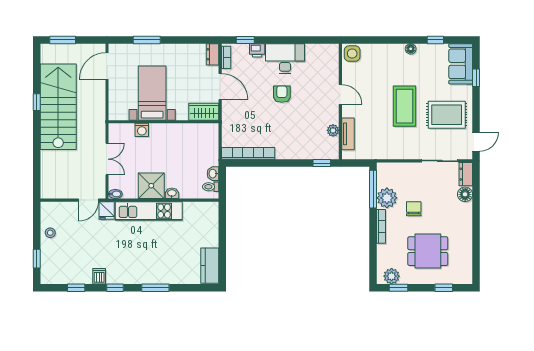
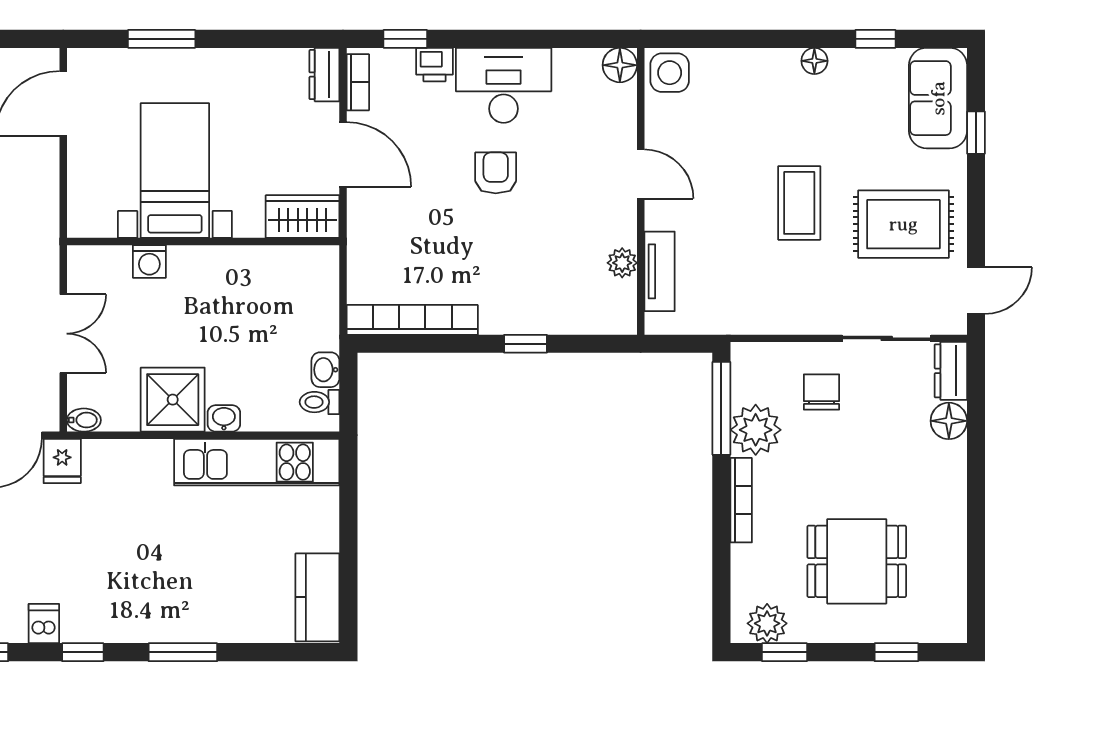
floor lamp: (332, 50) -> (620, 65), added
coffee table: (405, 106) -> (799, 203), width x0.73, depth x0.76
window: (322, 163) -> (525, 344), moved
chair: (414, 209) -> (821, 392), moved
kitchen unit: (149, 211) -> (257, 462), moved

